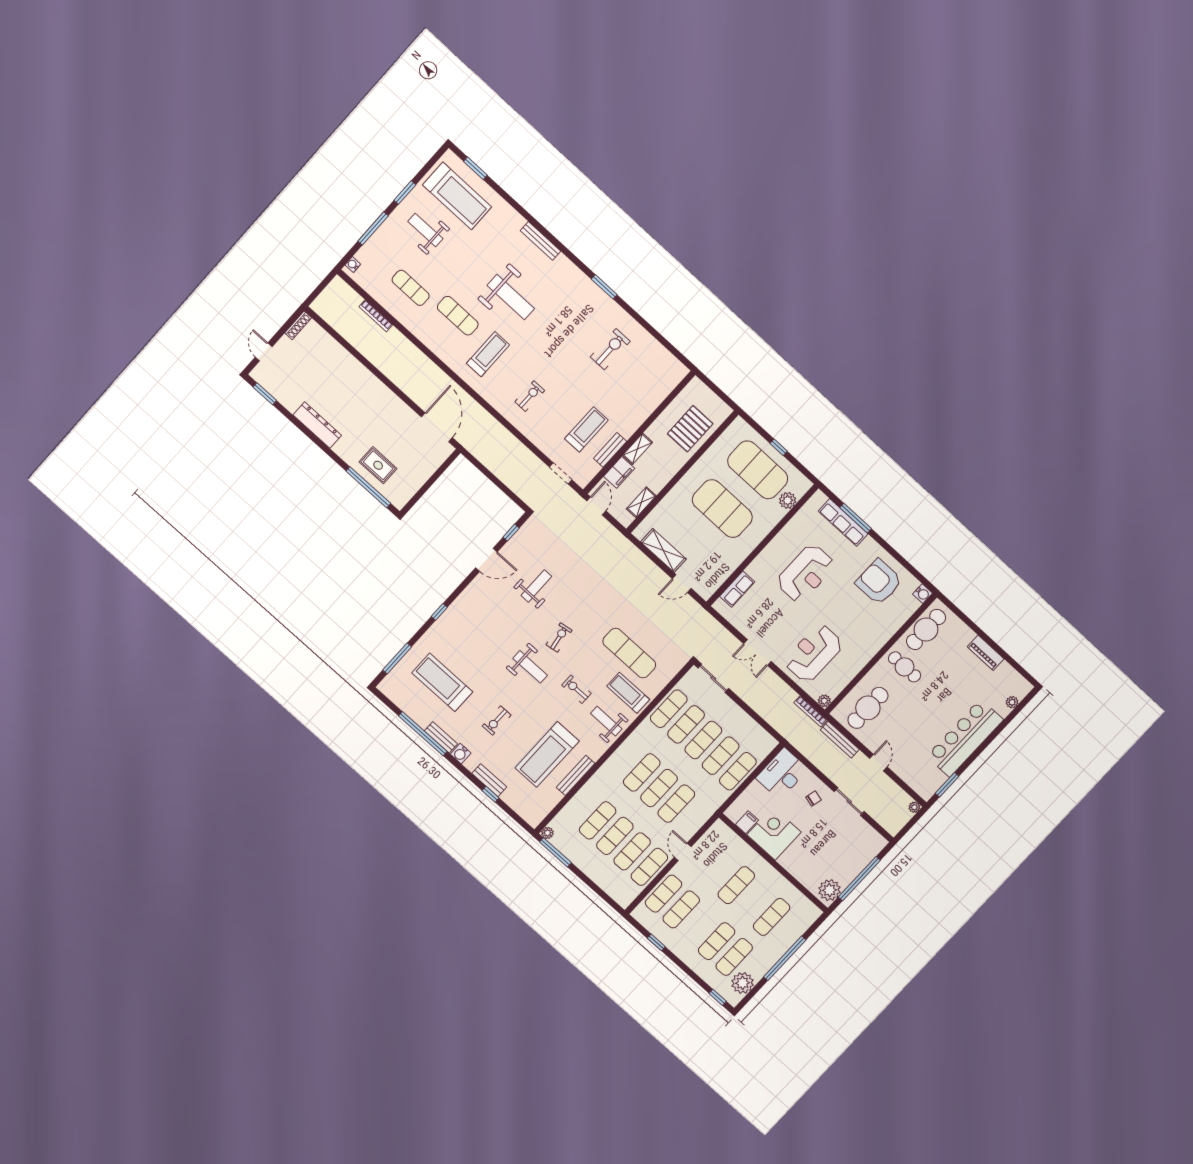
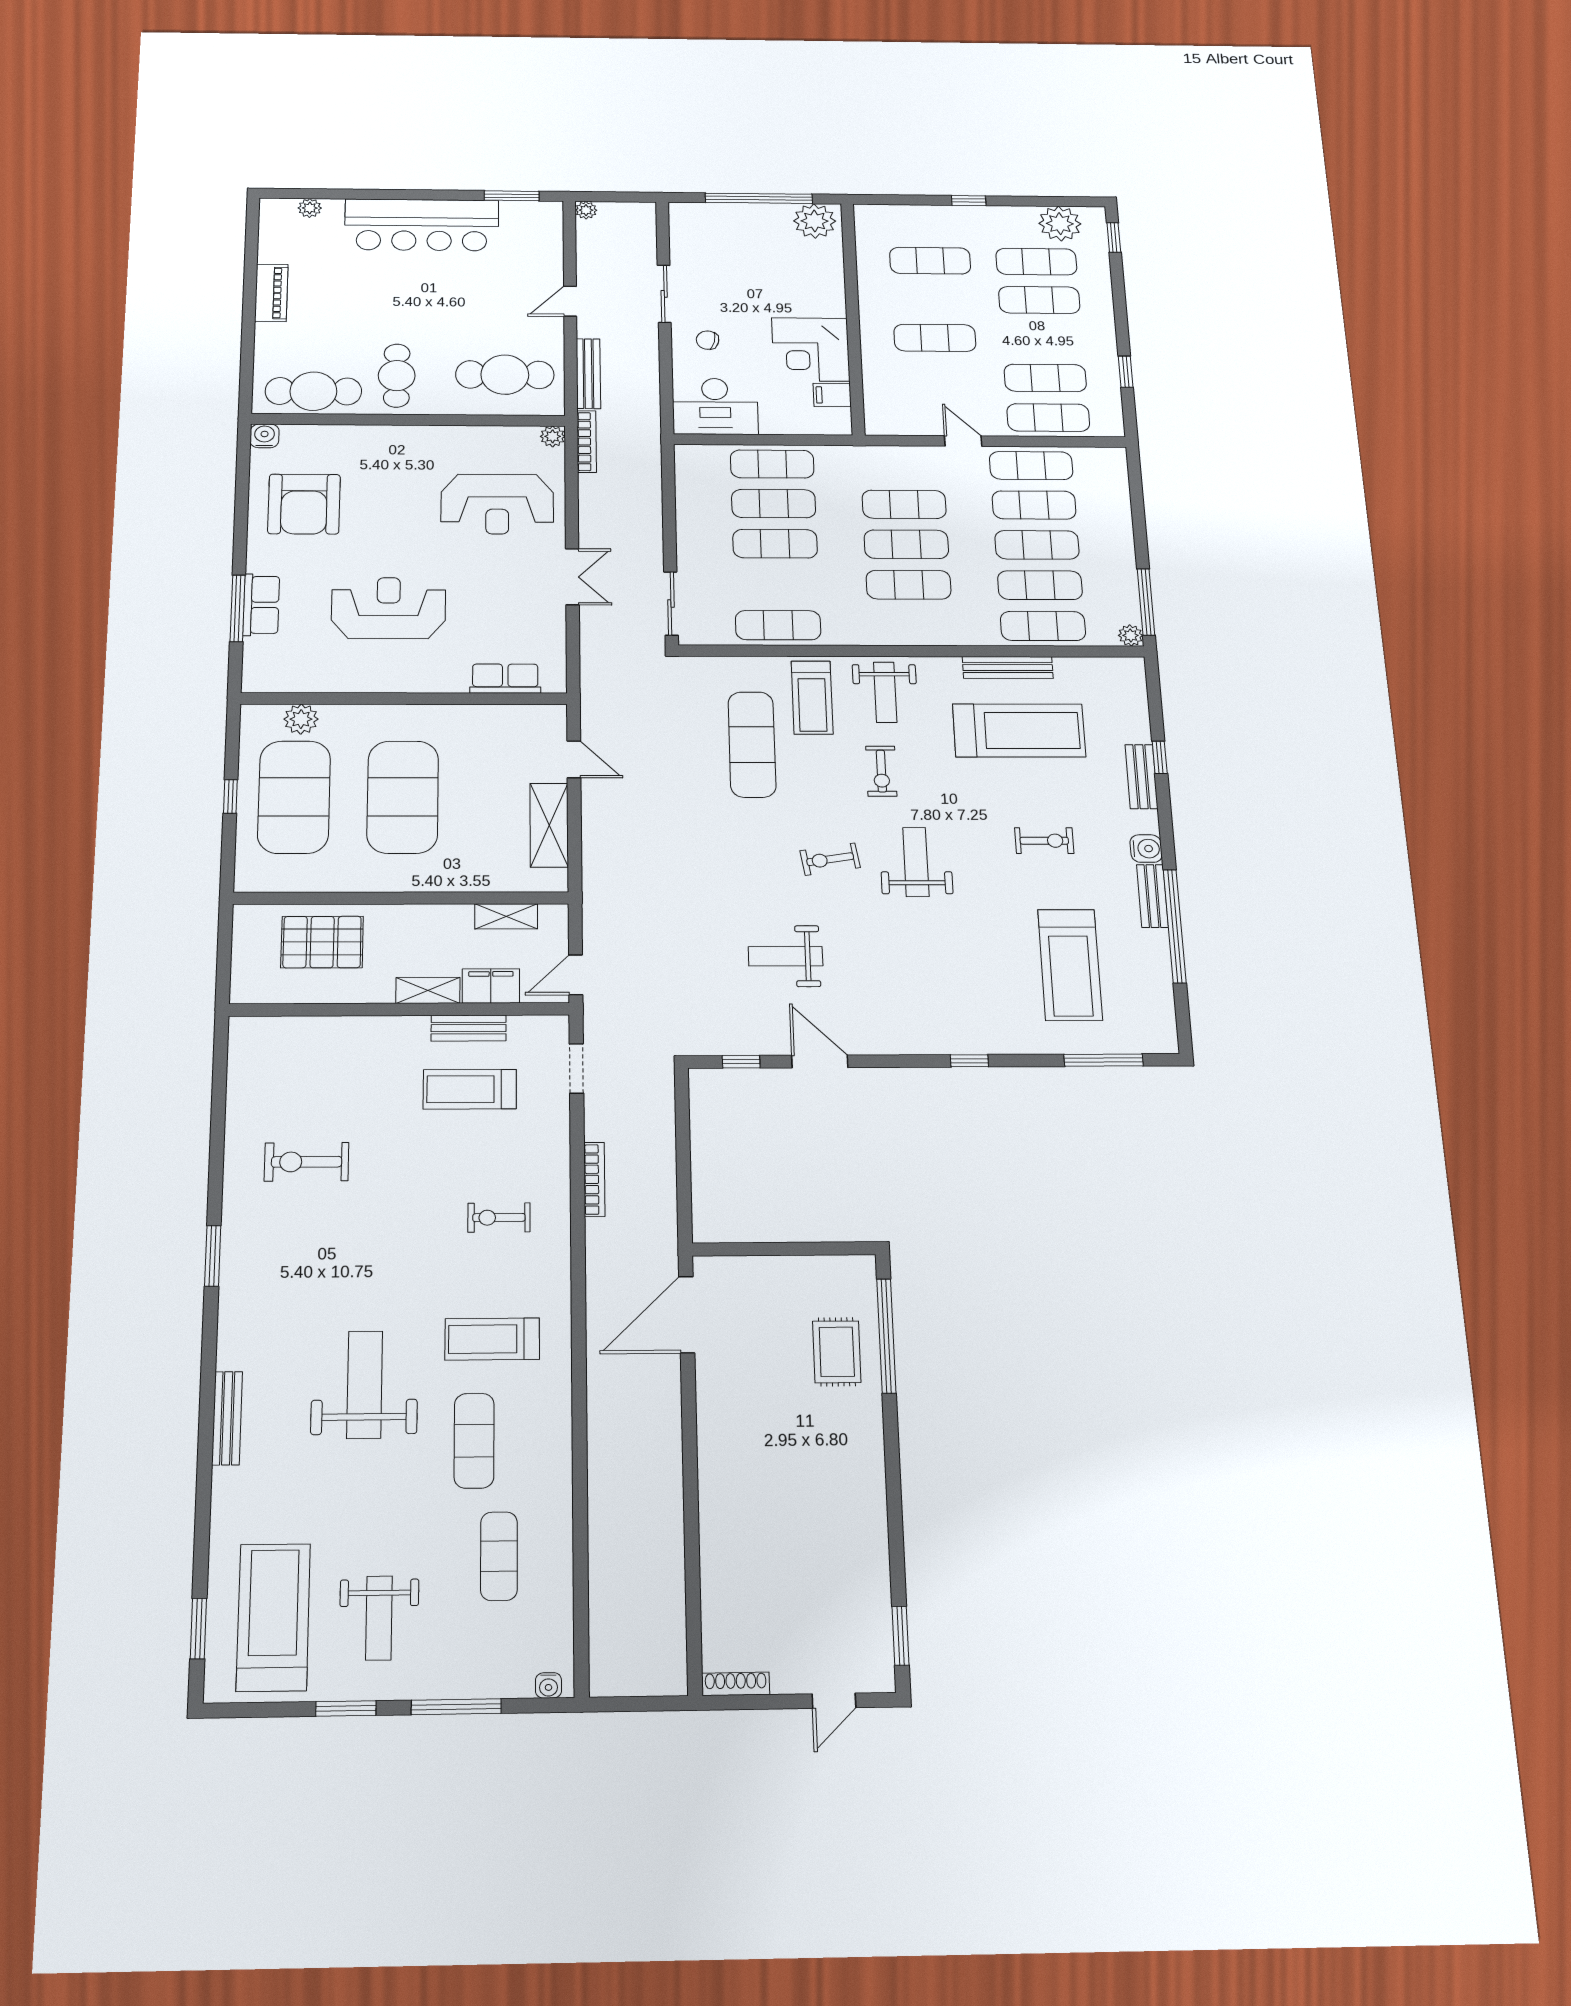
bookcase: (376, 316) -> (594, 1179), moved
dresser: (317, 425) -> (868, 1504), removed
row of seats: (843, 522) -> (261, 605), width x0.68
exercise mat: (686, 724) -> (1043, 626), moved
door: (683, 852) -> (963, 441), swing flipped
window: (785, 958) -> (969, 201), width x0.32

